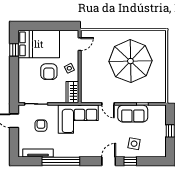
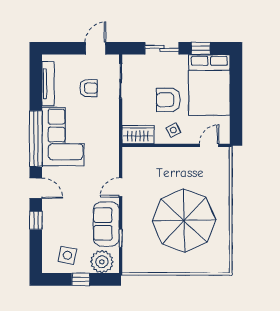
door: (80, 44) -> (209, 145), swing flipped
sliding door: (14, 76) -> (162, 48), added
plant: (158, 117) -> (102, 262), added
corner sofa: (78, 119) -> (63, 137), moved, turned 180
side table: (134, 144) -> (67, 255), moved
window: (61, 161) -> (36, 139), moved

